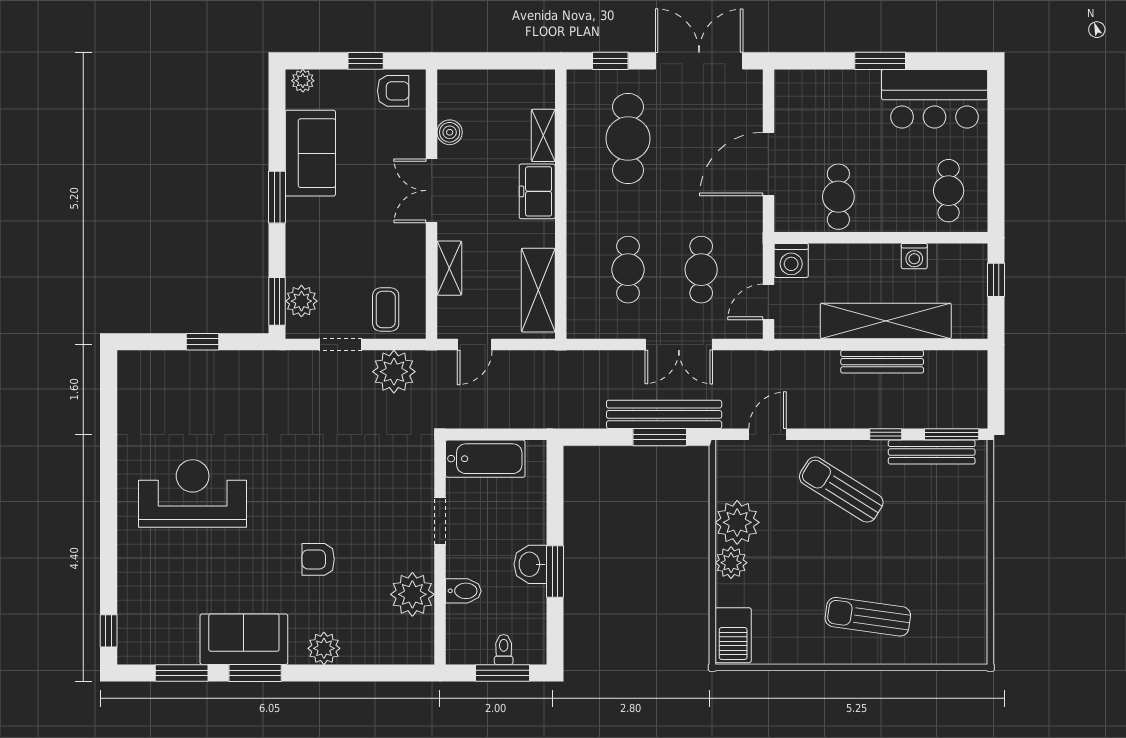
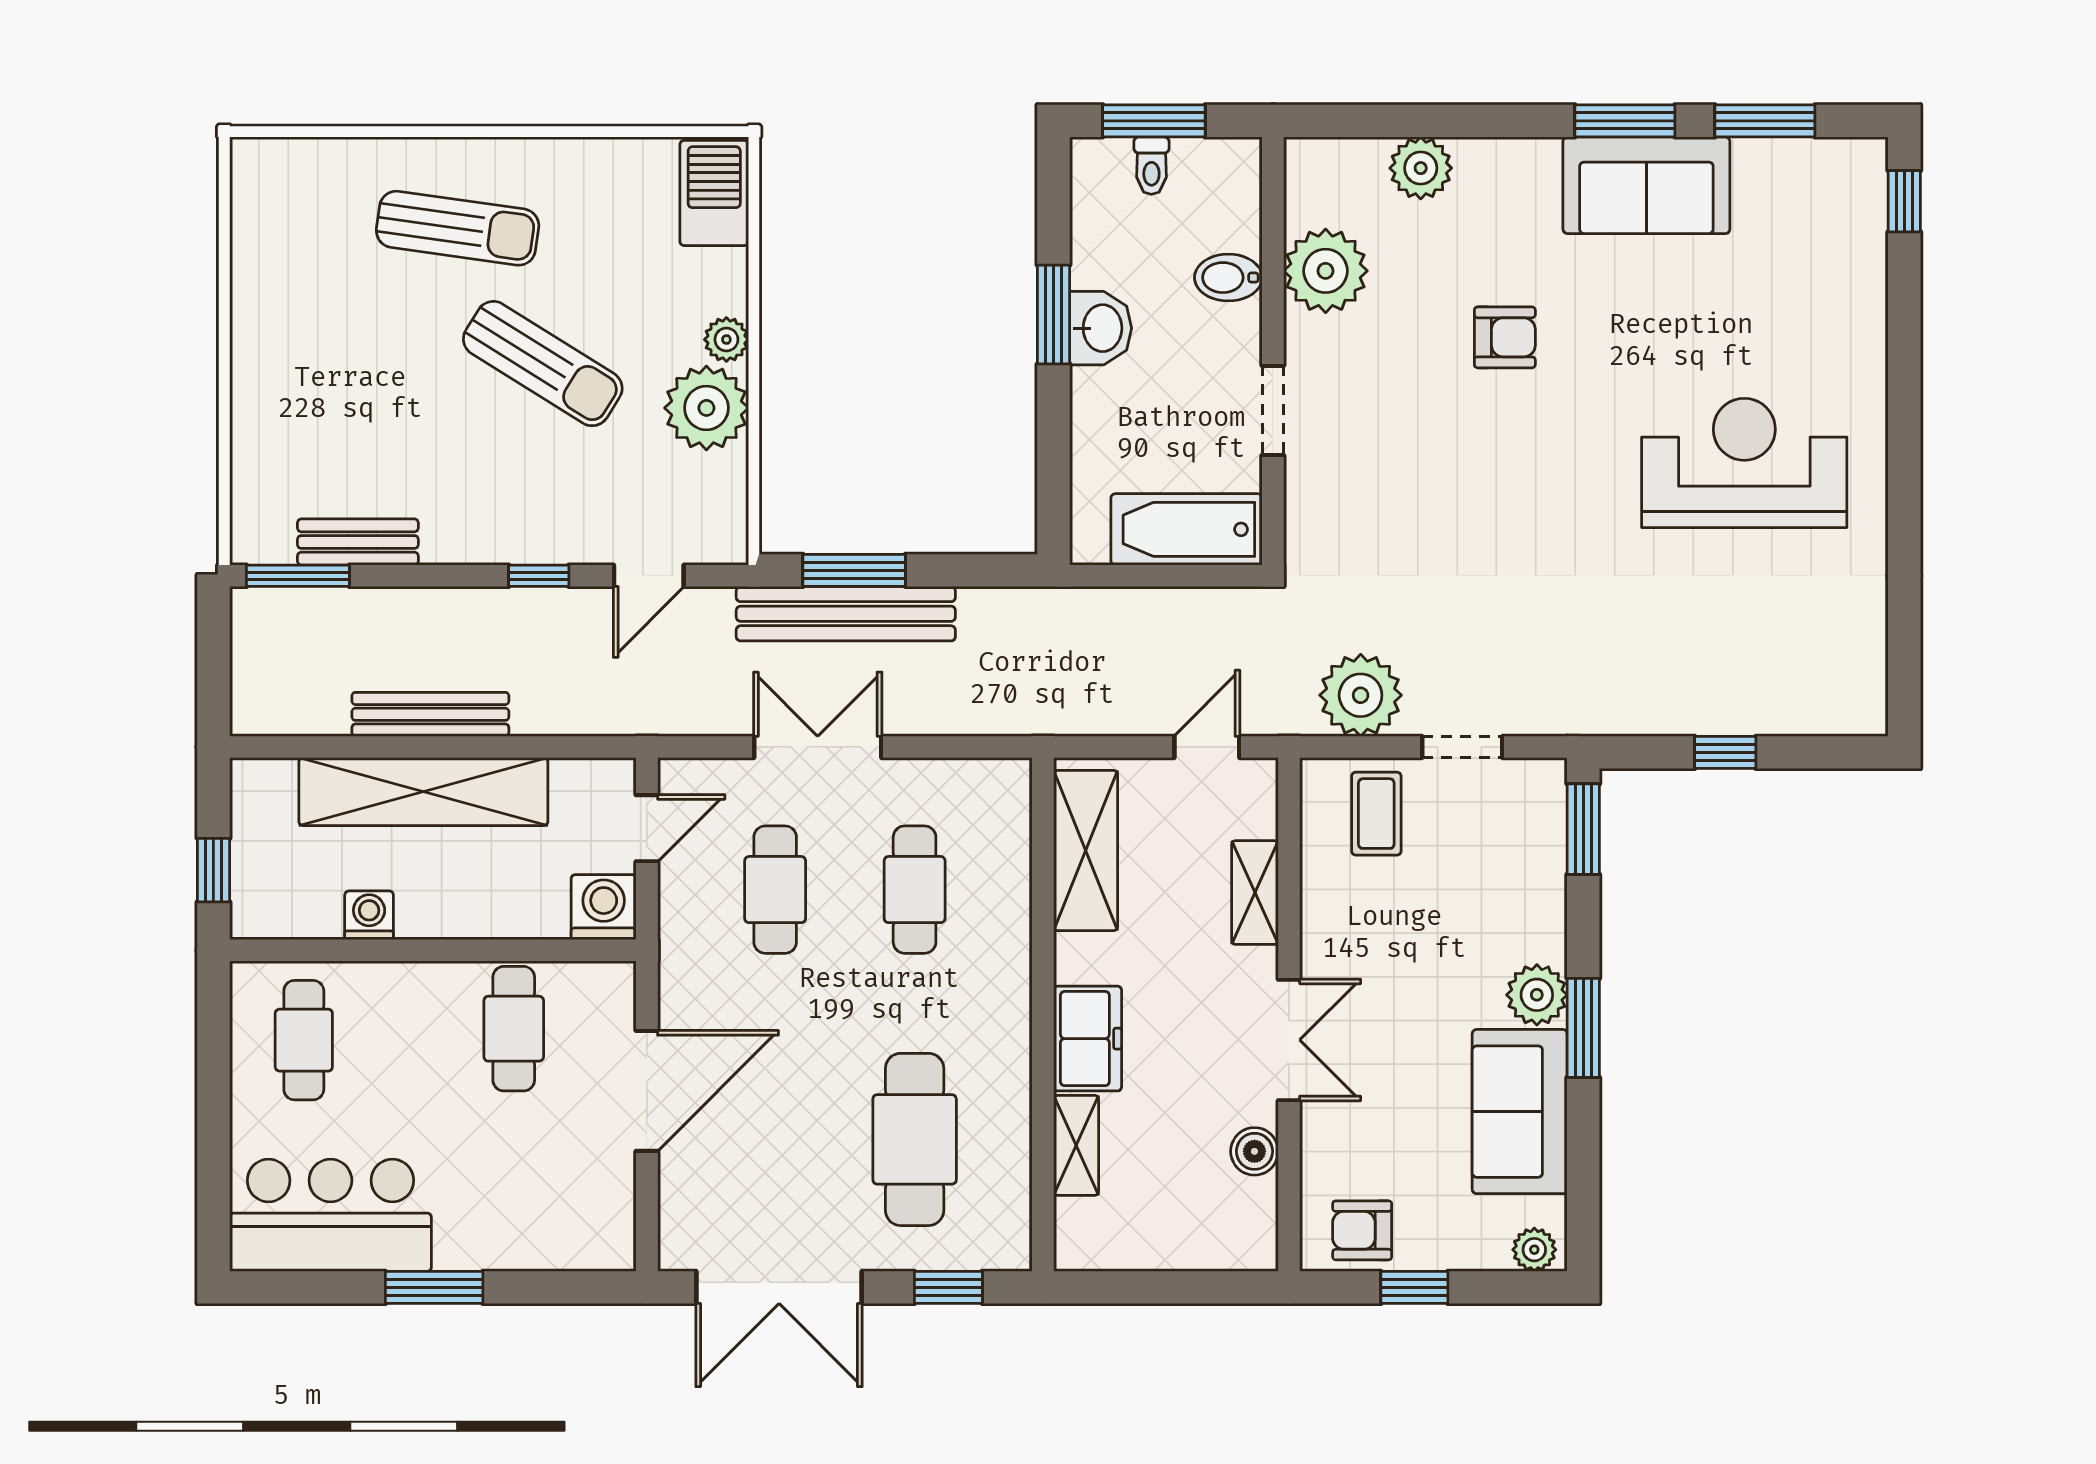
plant: (301, 301) -> (1537, 995), moved
window: (886, 434) -> (539, 576), moved
bench: (932, 452) -> (358, 542), width x0.73
sun lounger: (841, 490) -> (543, 364), moved
reception desk: (193, 494) -> (1744, 463), turned 180
plant: (731, 563) -> (726, 339), width x0.73, depth x0.73
plant: (324, 648) -> (1421, 168), moved

